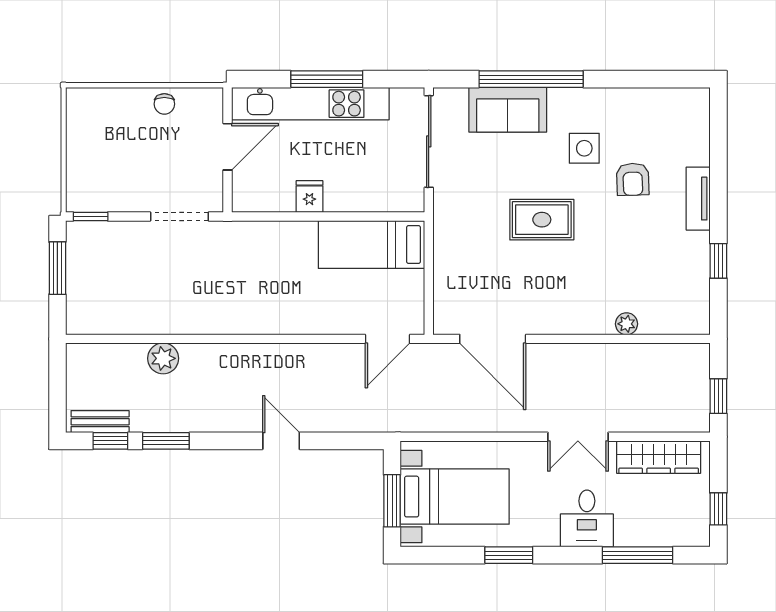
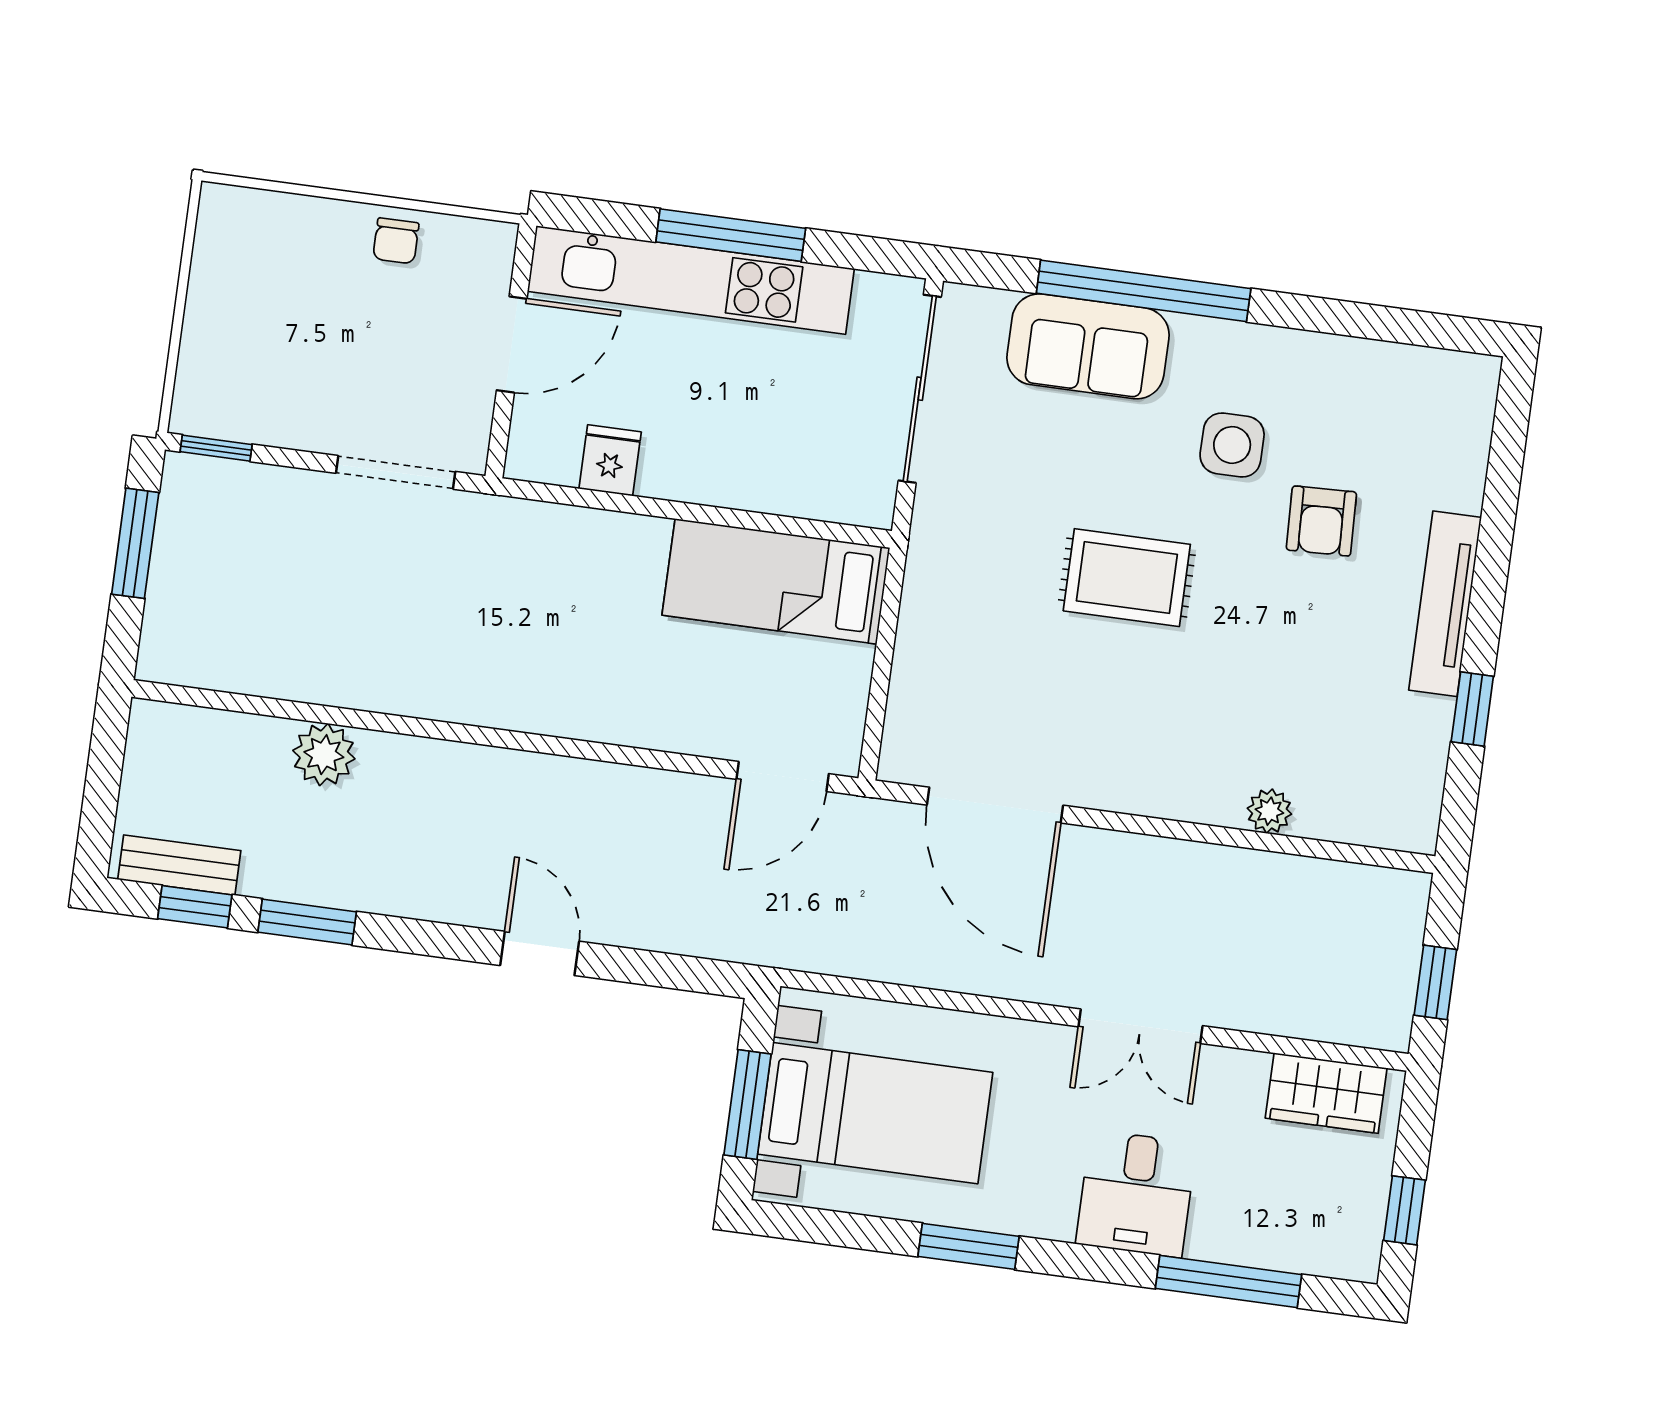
fridge: (309, 197) -> (610, 460), moved
tv unit: (698, 199) -> (1445, 604), width x1.41
wardrobe: (659, 457) -> (1326, 1093), width x0.67

